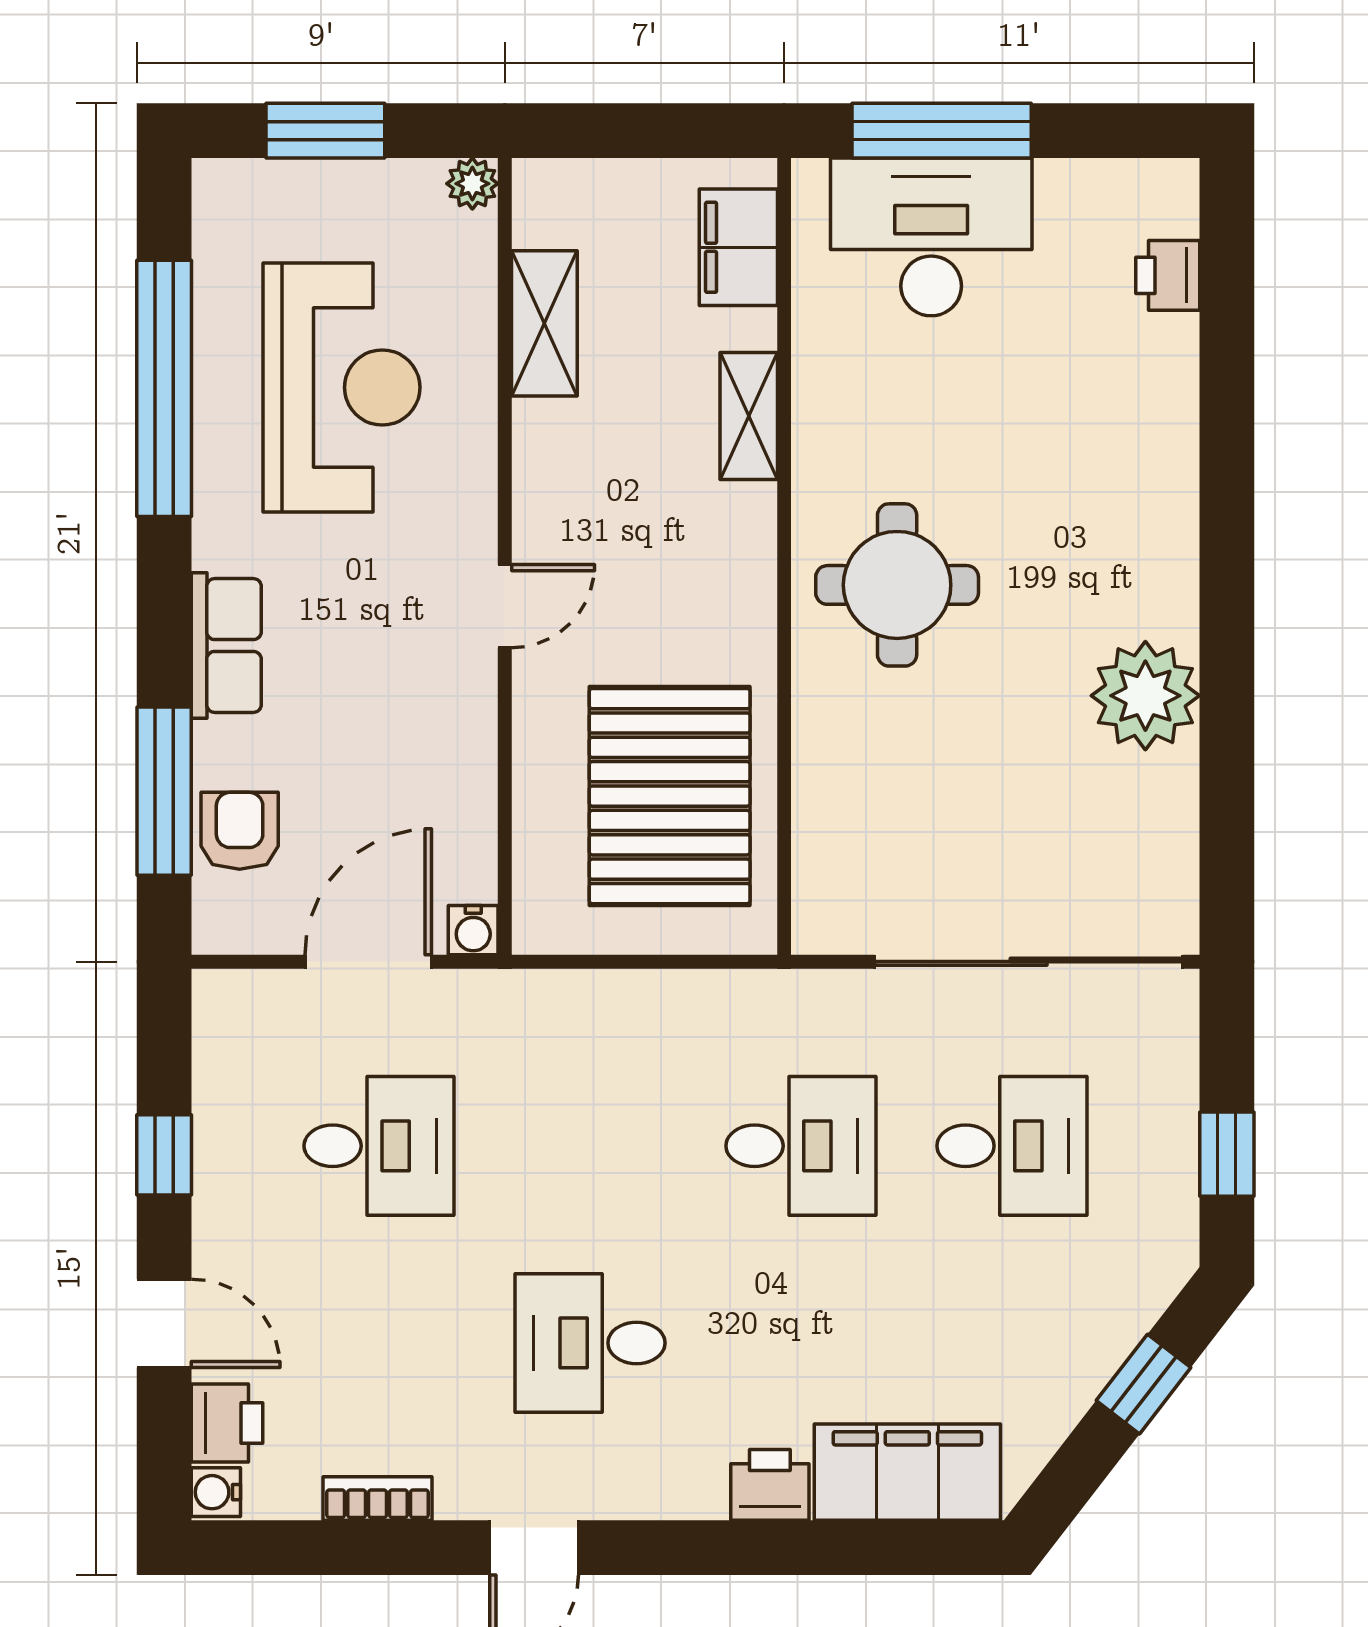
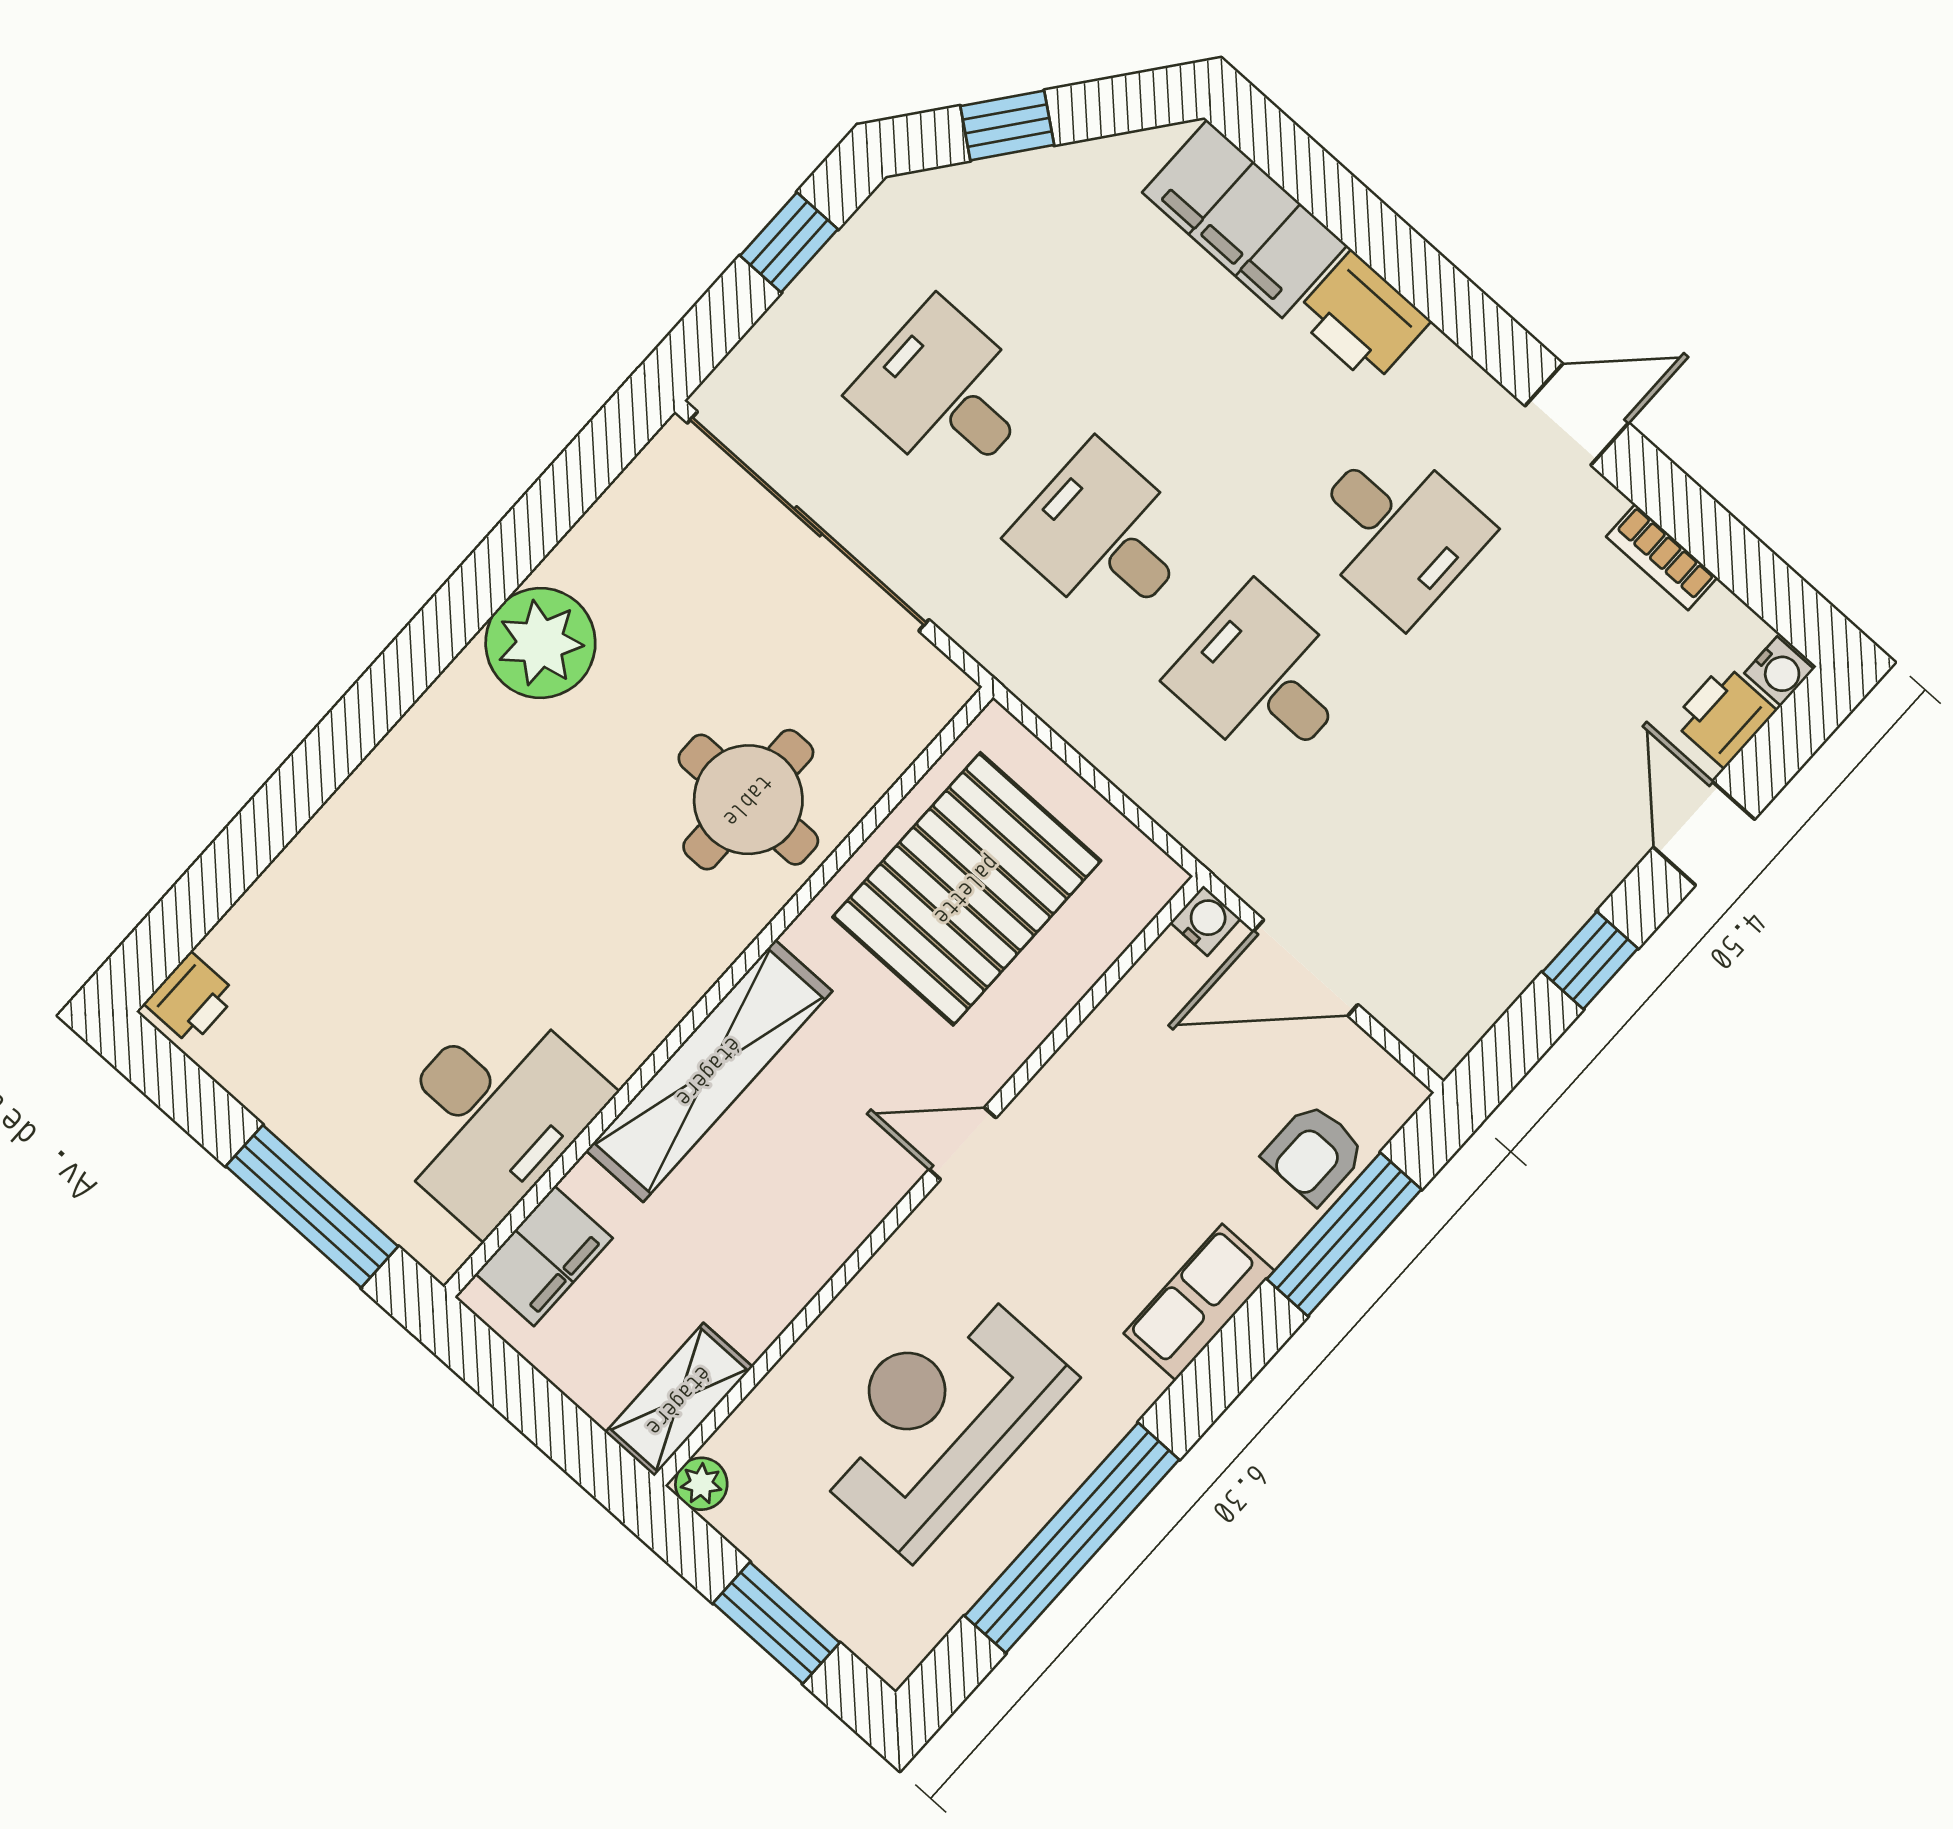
desk: (931, 237) -> (492, 1114), moved, turned -90
printer: (1168, 275) -> (191, 999), moved
shelving: (544, 323) -> (679, 1400), moved
shelving: (749, 416) -> (709, 1071), width x2.20, depth x1.33
round table: (897, 585) -> (748, 800), moved
desk: (379, 1146) -> (1263, 679), moved
printer: (770, 1485) -> (1362, 318), width x1.36, depth x1.24

